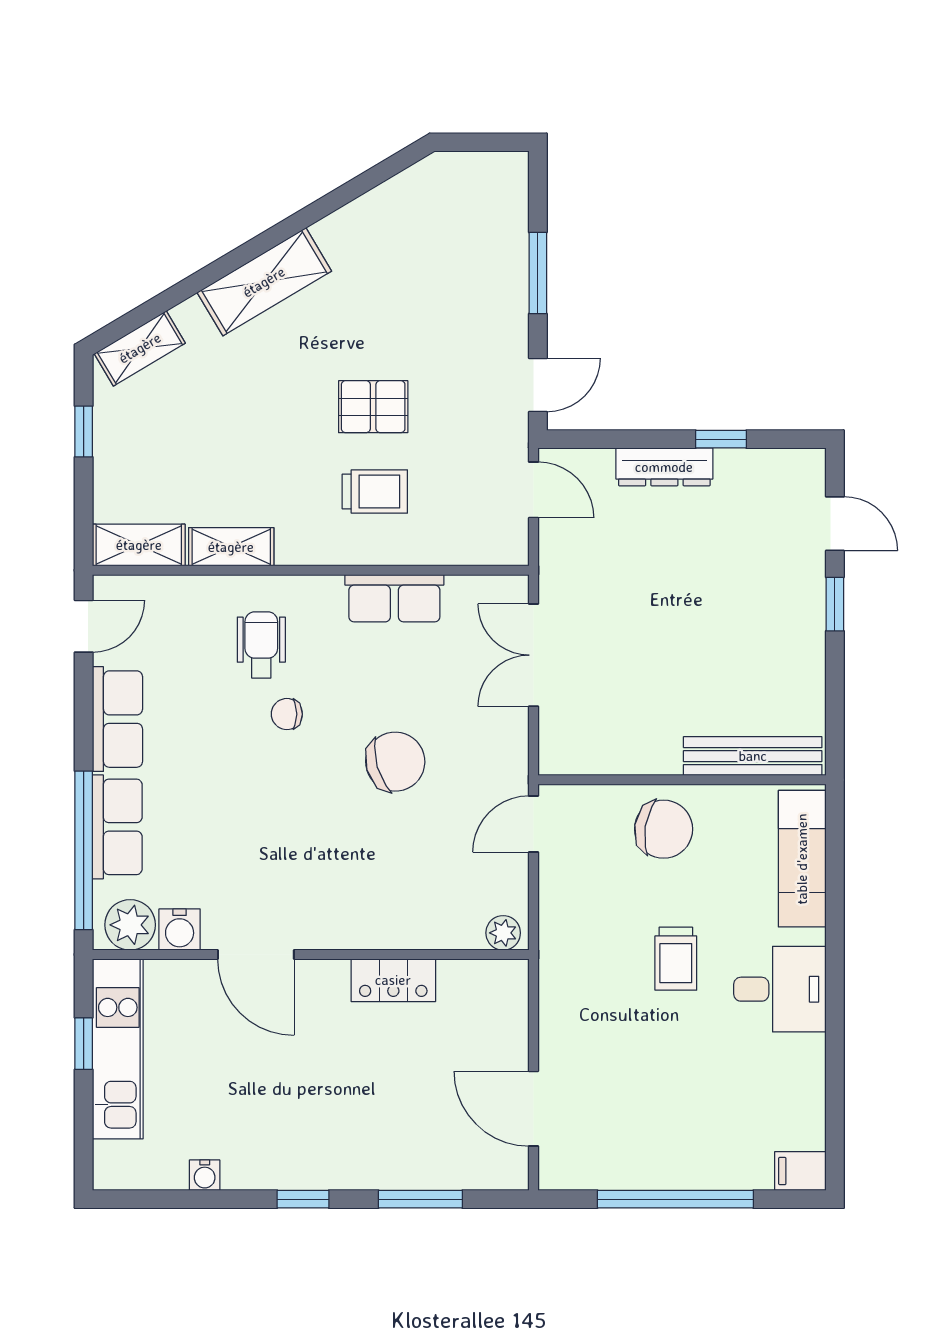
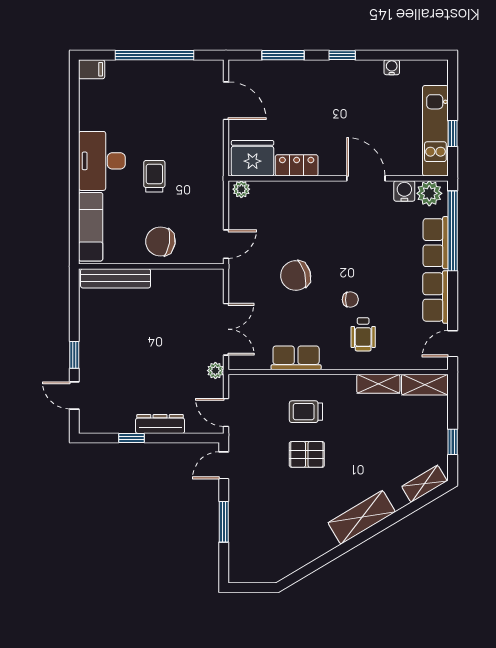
plant: (555, 573) -> (215, 371), added
desk: (780, 989) -> (102, 161), width x1.37
fridge: (481, 994) -> (253, 158), added

